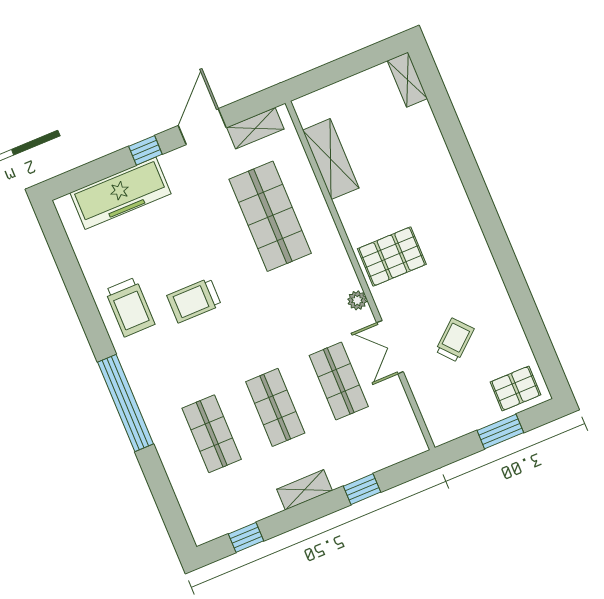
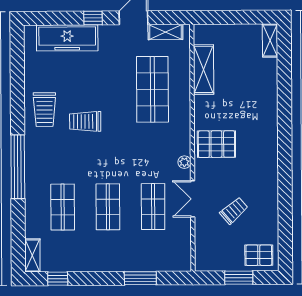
window: (362, 489) -> (140, 278), width x1.50
shelving: (305, 490) -> (32, 255), moved, turned 90

